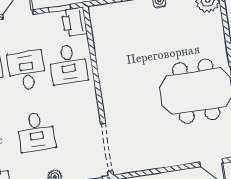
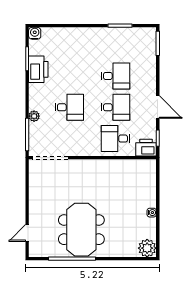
desk: (36, 132) -> (69, 107), turned 180

